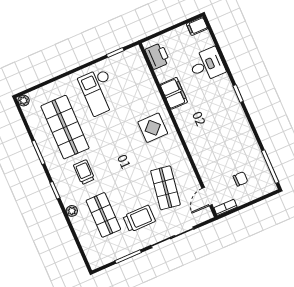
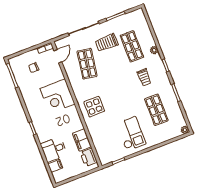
filing cabinet: (197, 26) -> (55, 166), moved
filing cabinet: (174, 93) -> (82, 140), moved
shop shelf: (65, 127) -> (156, 110), width x0.70, depth x0.74
corner desk: (205, 140) -> (57, 96), added

